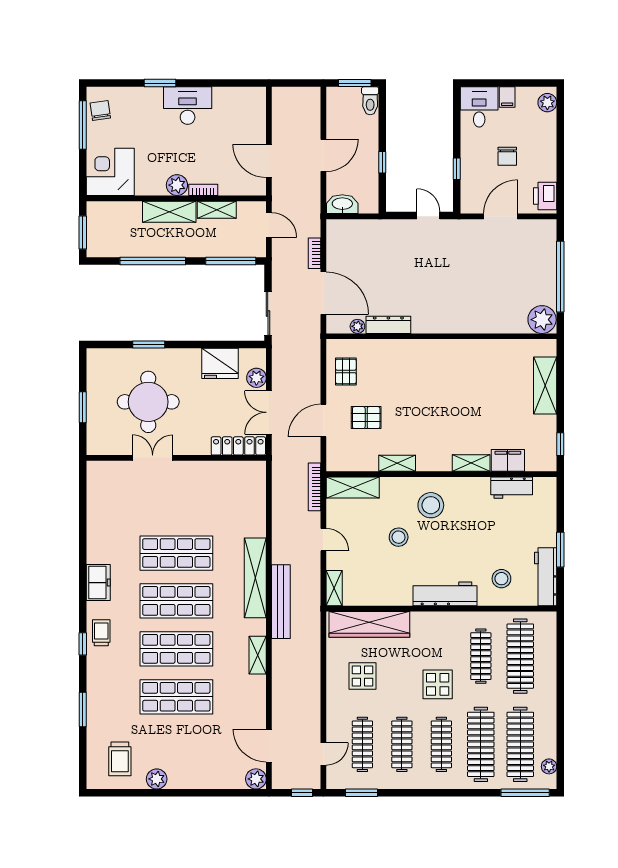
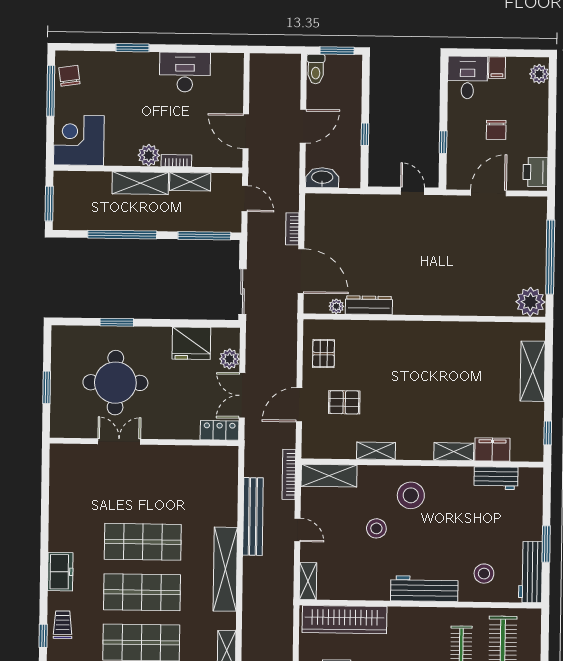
toilet: (370, 101) -> (316, 69), moved
desk: (188, 106) -> (185, 72), moved
locker: (238, 446) -> (220, 430), width x0.66
bench: (281, 602) -> (253, 516), moved

